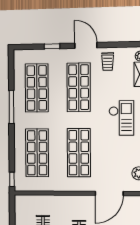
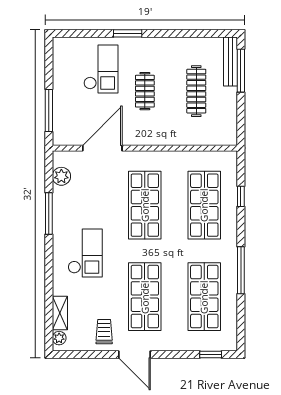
window: (52, 46) -> (211, 354), moved
checkout: (121, 118) -> (85, 253), turned 180
window: (12, 179) -> (241, 196), moved

